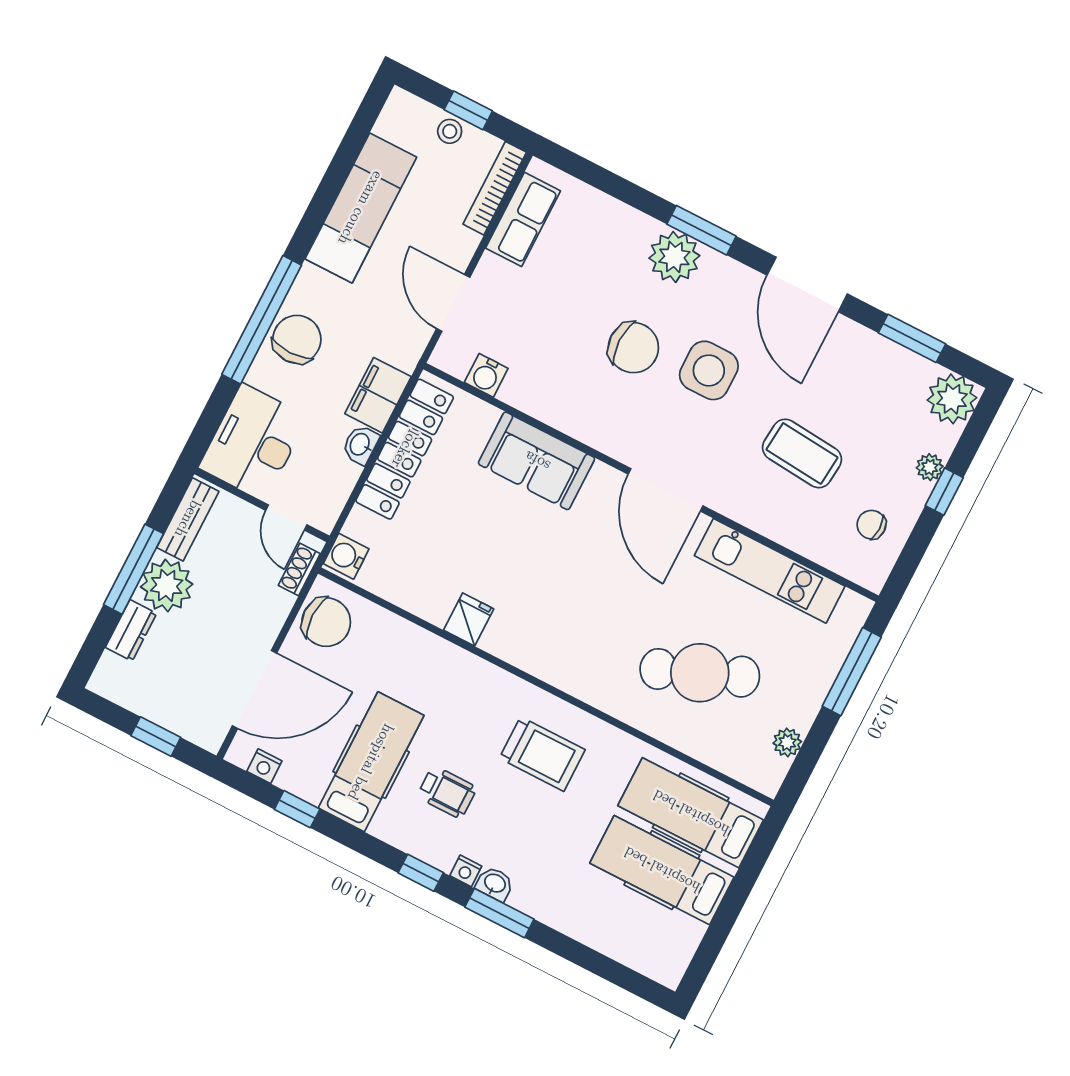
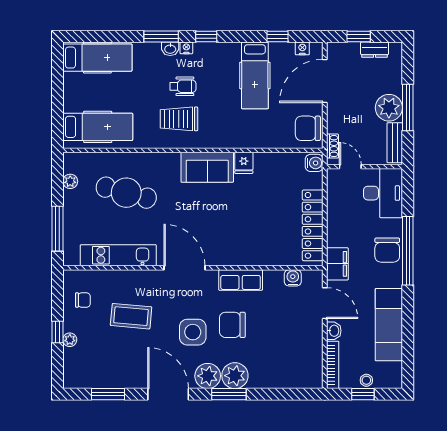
row of seats: (523, 219) -> (241, 280), moved, turned -90
filing cabinet: (378, 395) -> (337, 264), moved
plant: (952, 399) -> (208, 376), moved
washbasin: (360, 445) -> (334, 331), moved
sofa: (537, 461) -> (207, 167), moved, turned 180
dresser: (131, 630) -> (375, 50), moved, turned -90
cafe table: (700, 673) -> (126, 193), turned 37
wheelchair: (447, 792) -> (183, 86), moved, turned 180
hospital bed: (662, 870) -> (97, 58), moved

